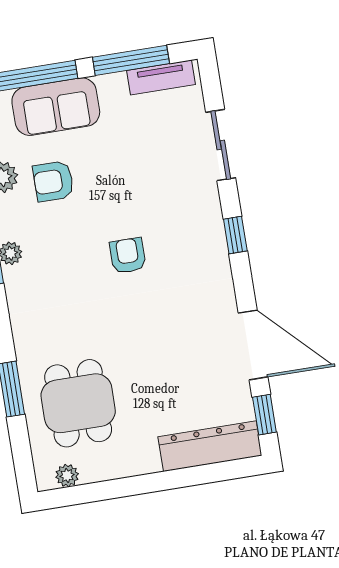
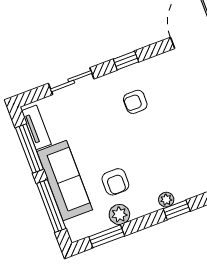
sofa: (56, 107) -> (65, 181), width x1.36
armchair: (128, 256) -> (135, 102), moved

